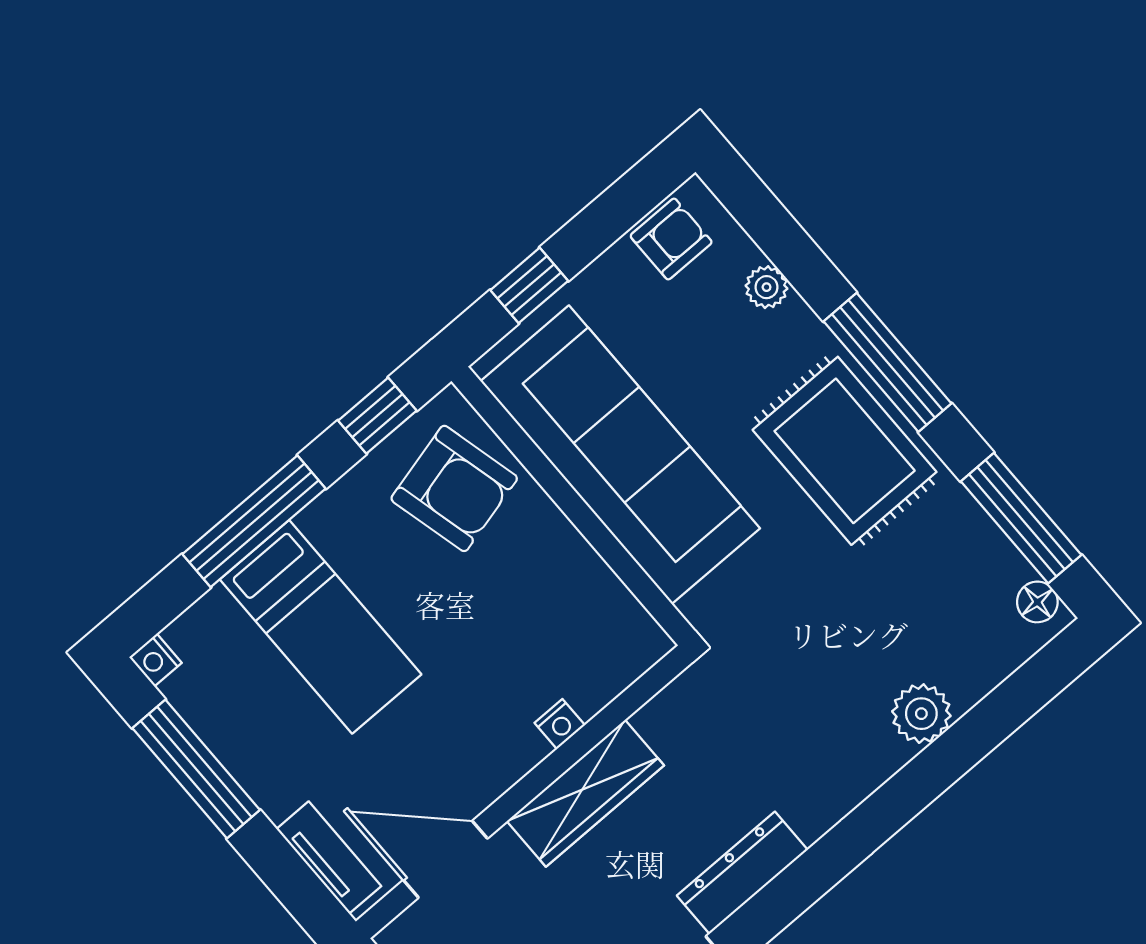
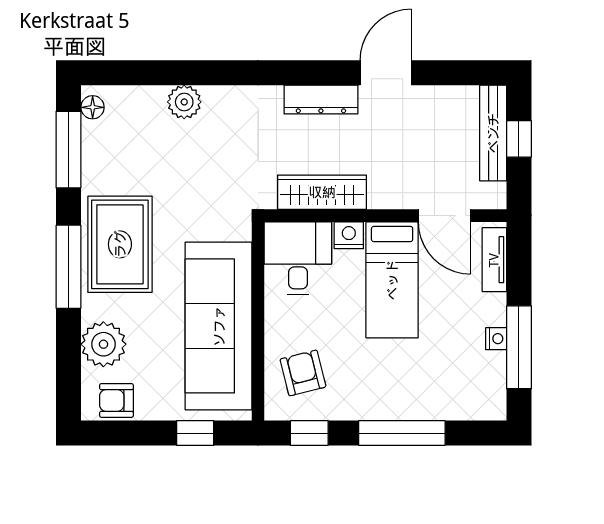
plant: (767, 287) -> (103, 344), width x1.88, depth x1.88
armchair: (454, 488) -> (303, 373), width x0.72, depth x0.72
bed: (321, 627) -> (392, 280), moved, turned 180
desk: (592, 635) -> (298, 258), added
nightstand: (155, 660) -> (496, 339), moved
nightstand: (560, 724) -> (349, 235), width x1.39, depth x1.35
wardrobe: (585, 793) -> (322, 192), moved

